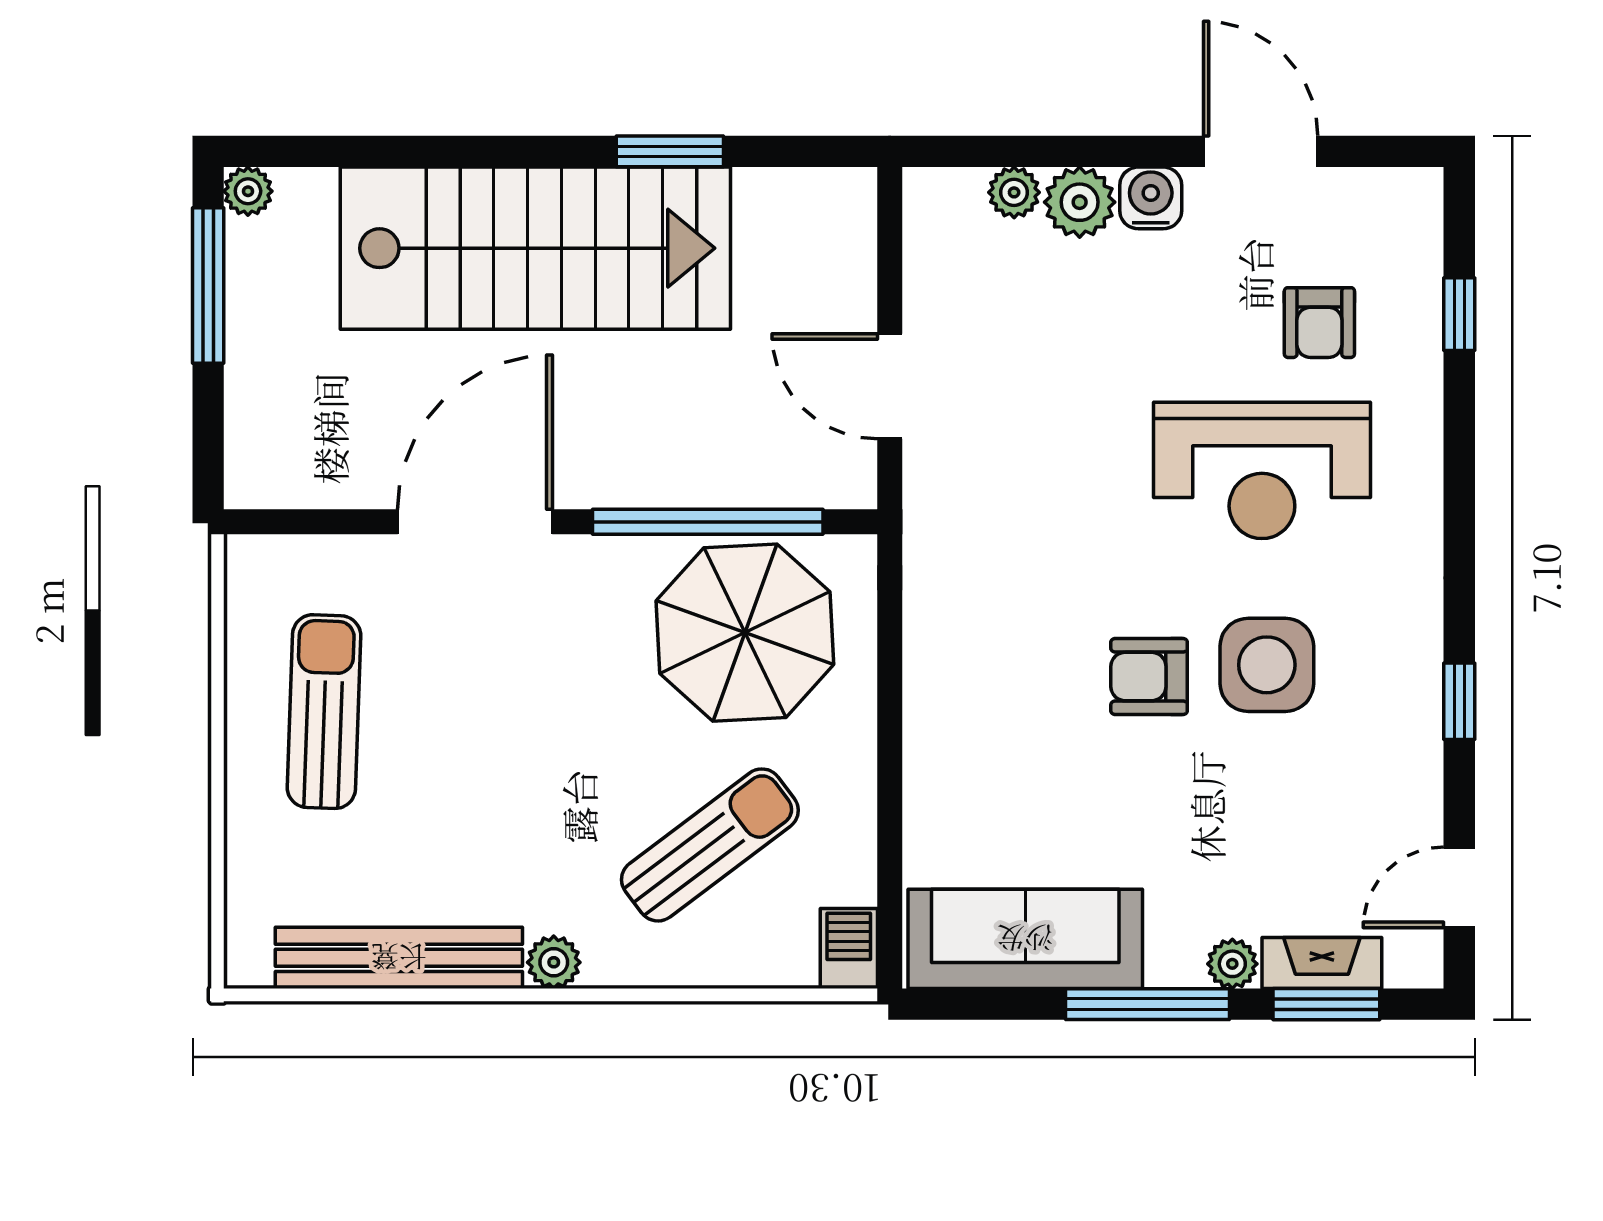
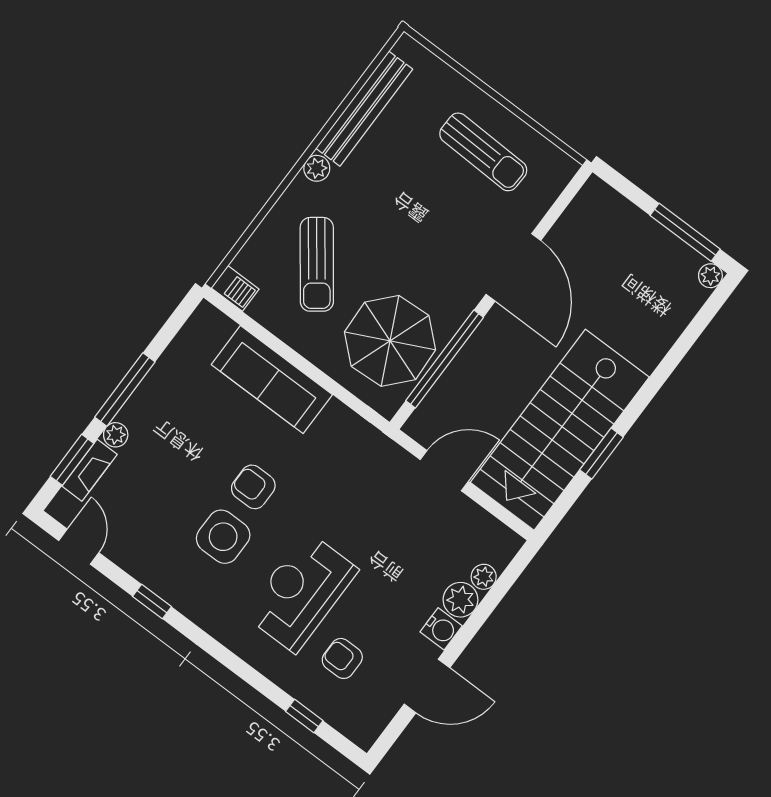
stairs: (535, 248) -> (560, 430), moved
armchair: (1149, 677) -> (253, 487), turned -90
sofa: (1025, 939) -> (272, 380), moved, turned 90

